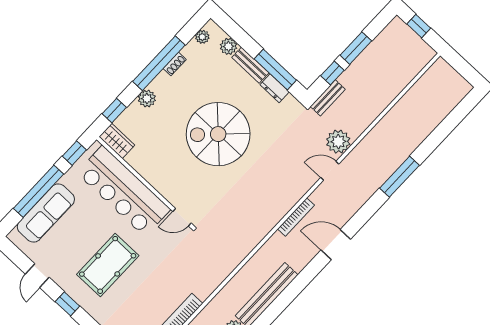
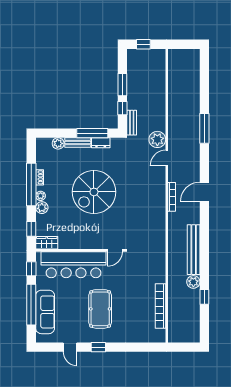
plant: (202, 37) -> (41, 196), moved

